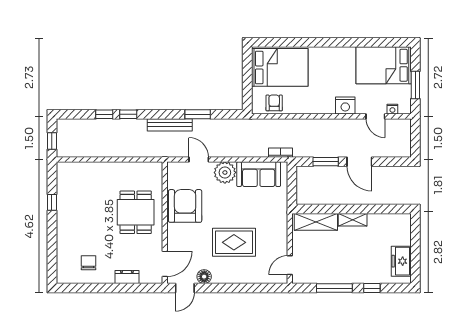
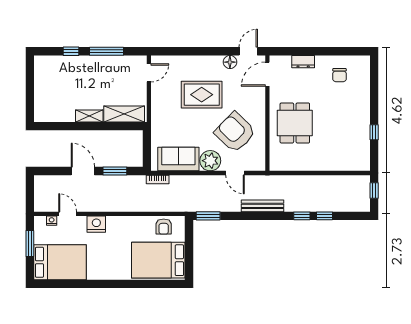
window: (198, 114) -> (208, 216), moved
armchair: (185, 206) -> (235, 132), moved, turned 134
freezer: (401, 261) -> (43, 77), removed

